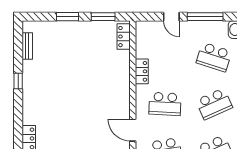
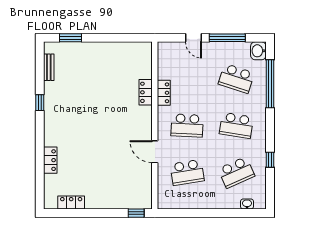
window: (68, 17) -> (71, 38), moved
window: (103, 17) -> (125, 38), removed
locker: (124, 37) -> (146, 92), moved
school desk: (214, 104) -> (236, 125), turned 33

